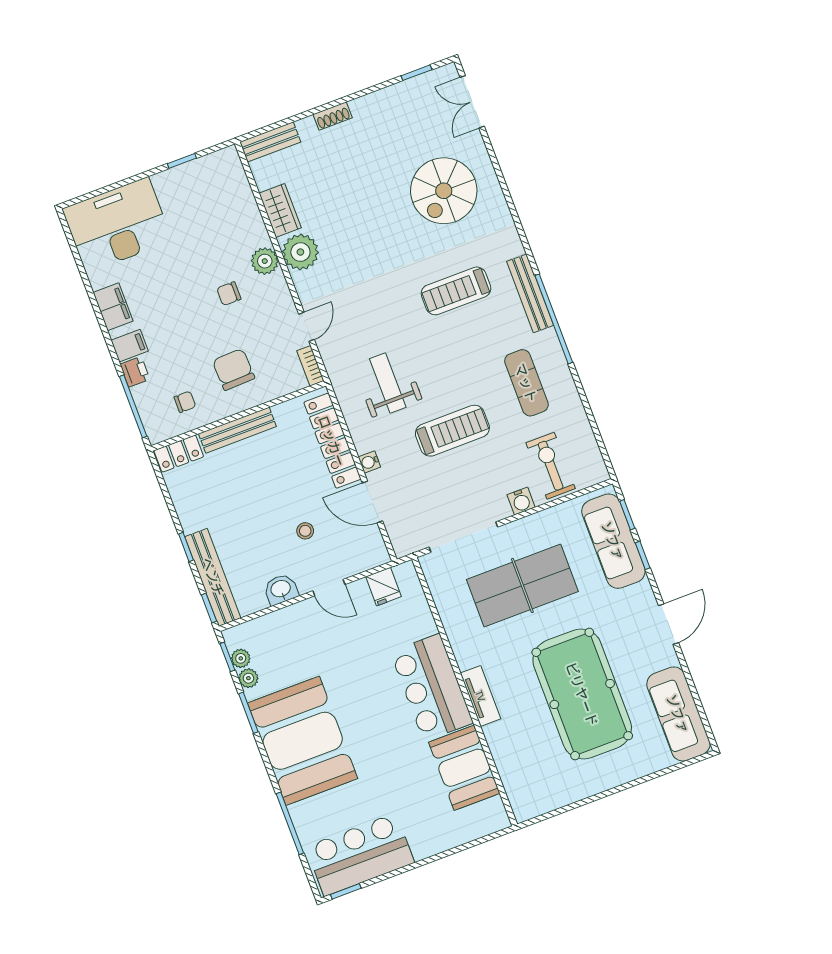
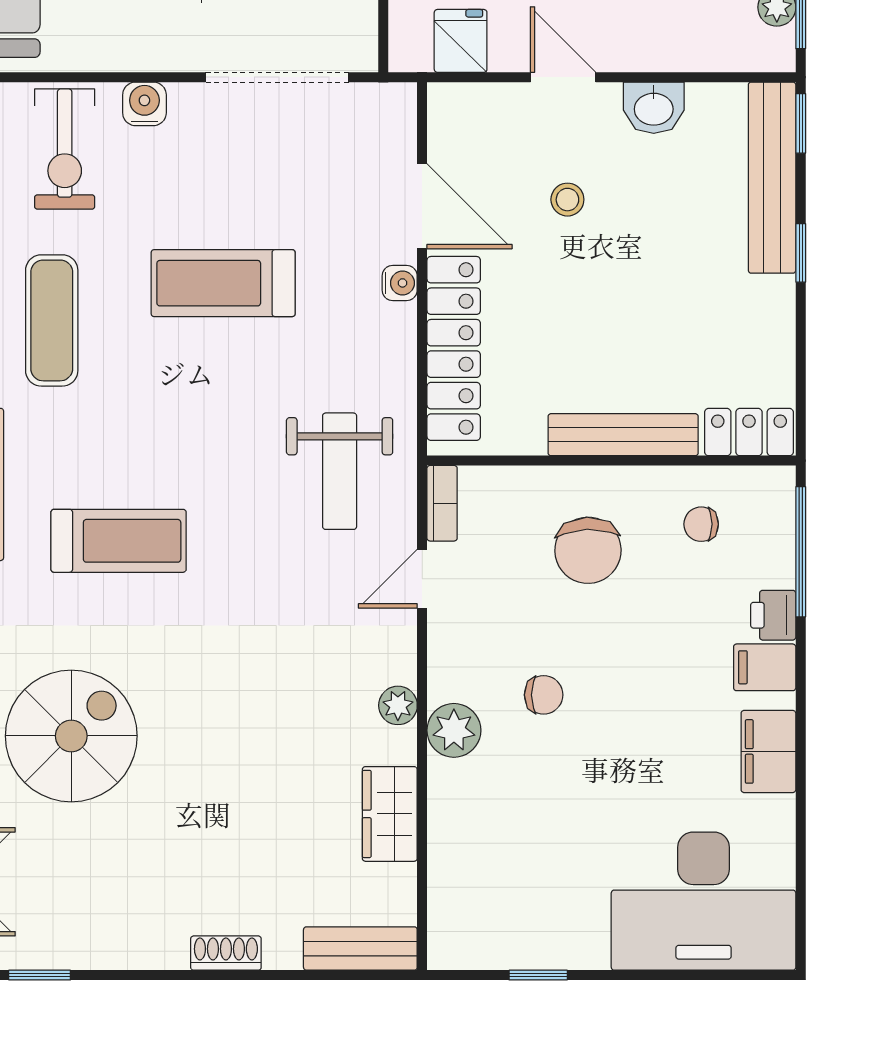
plant: (300, 252) -> (398, 705), width x0.53, depth x0.53
weight bench: (388, 383) -> (340, 471), moved

